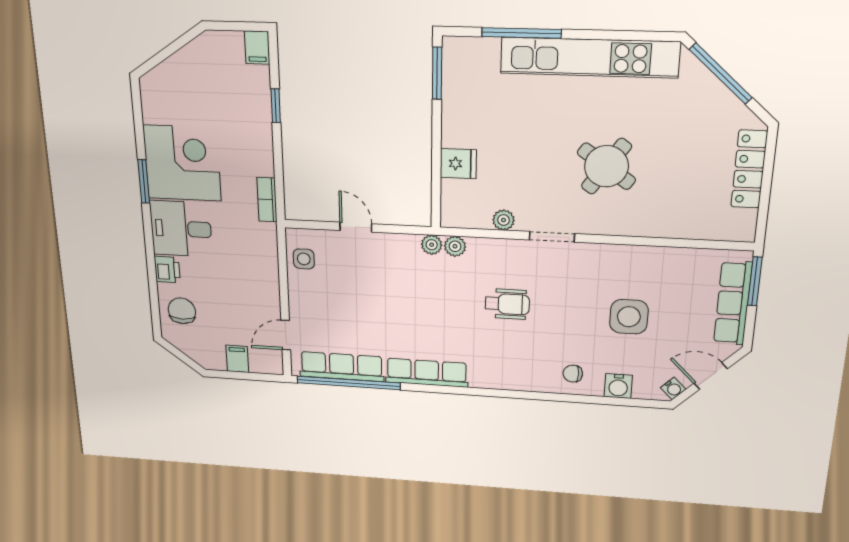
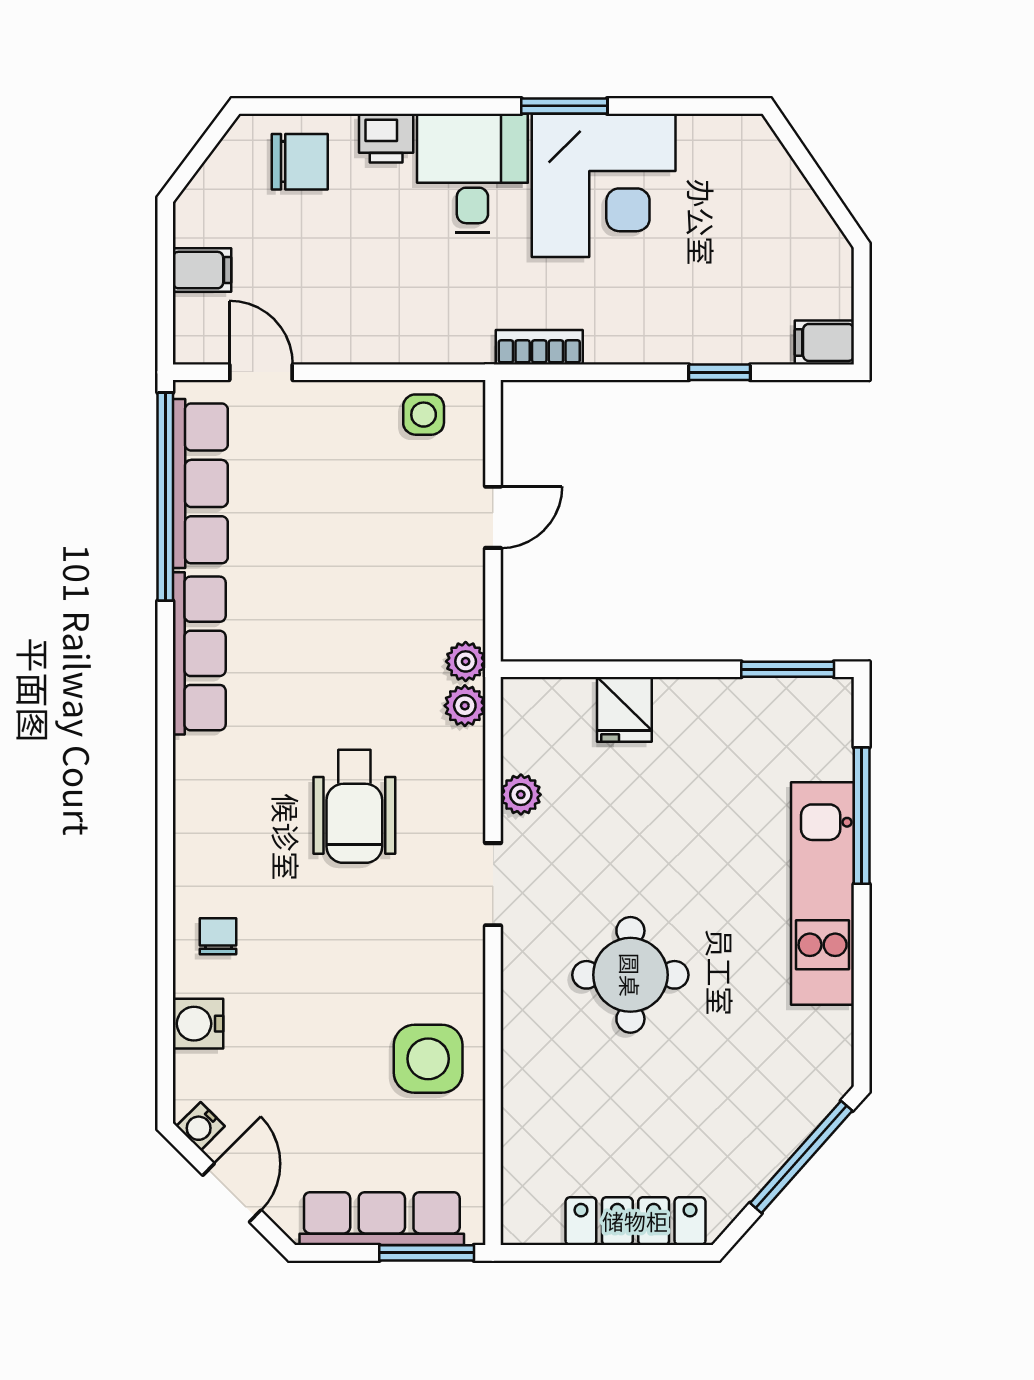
kitchen unit: (589, 58) -> (823, 893), width x0.73
round table: (606, 166) -> (630, 975), turned -35
wheelchair: (507, 304) -> (354, 806), width x1.36, depth x1.37
side table: (629, 317) -> (428, 1059), moved

